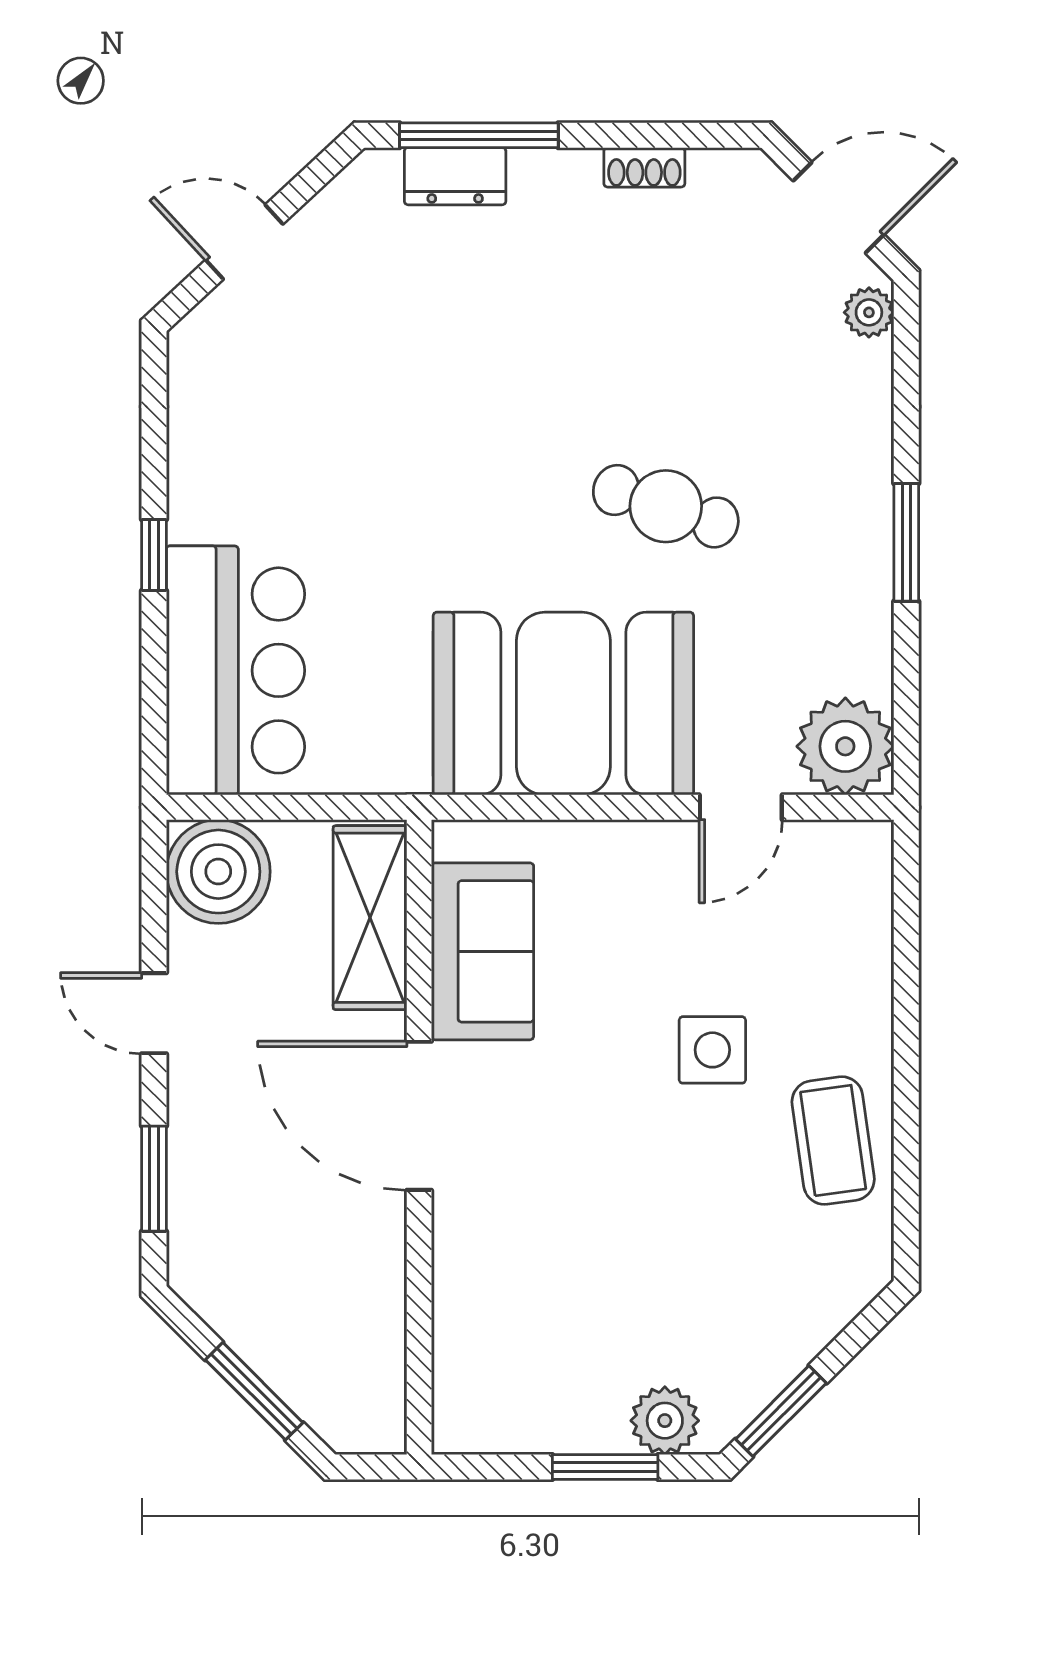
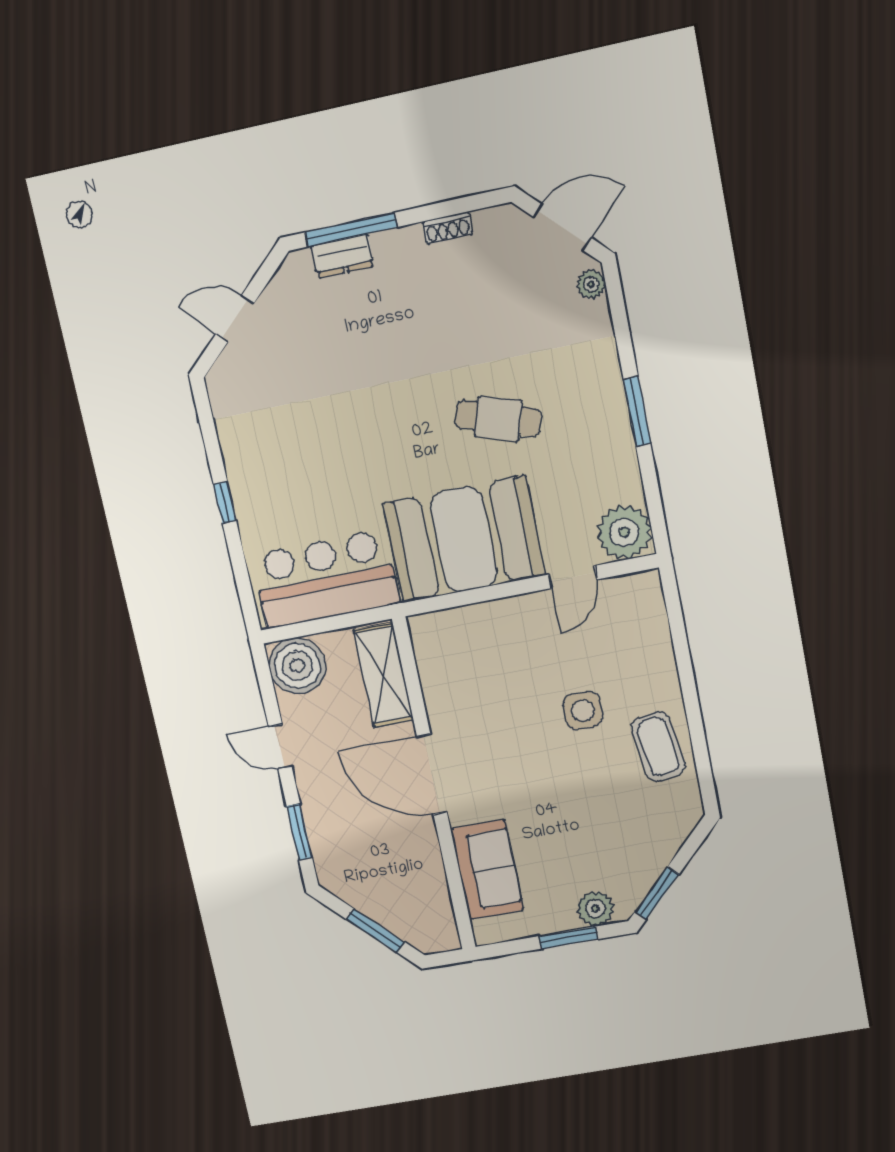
bar counter: (236, 670) -> (326, 579), moved, turned -90
sofa: (483, 951) -> (487, 870), moved

